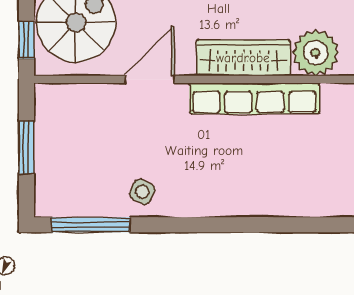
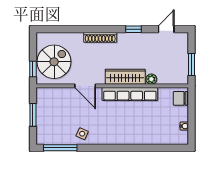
plant: (316, 53) -> (151, 79), width x0.53, depth x0.53
door: (149, 79) -> (85, 86), swing flipped

